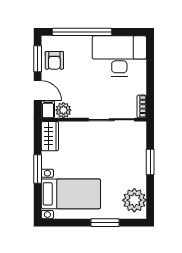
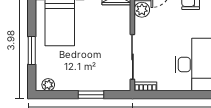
plant: (134, 200) -> (48, 85), width x0.53, depth x0.53

